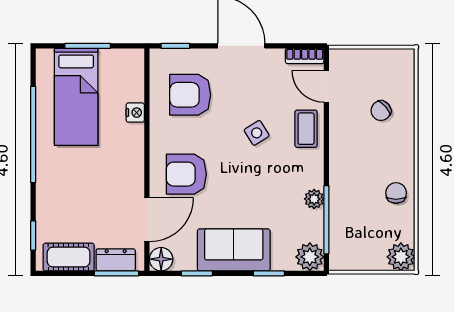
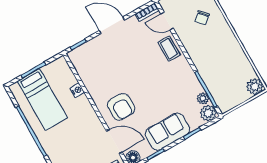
armchair: (190, 95) -> (100, 65), removed
side table: (257, 133) -> (145, 65), removed
armchair: (186, 174) -> (121, 107), turned -90
chair: (396, 193) -> (234, 55), removed
plant: (314, 199) -> (203, 99), moved
door: (147, 220) -> (114, 142), hinge flipped

